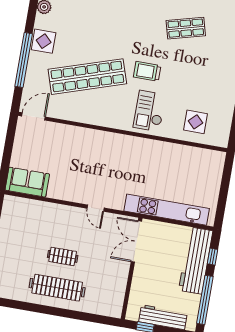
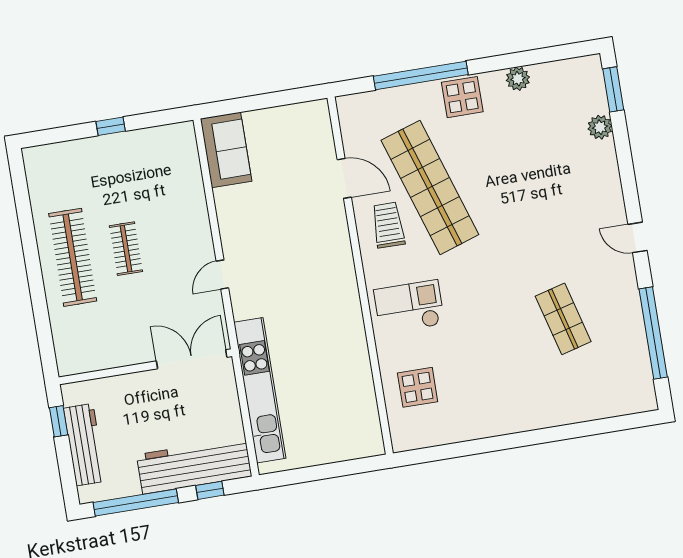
trolley: (147, 71) -> (388, 225), moved
door: (33, 116) -> (344, 178), moved

